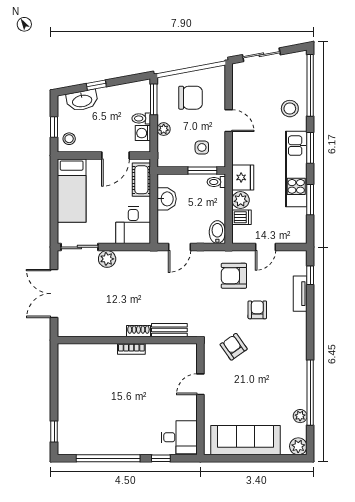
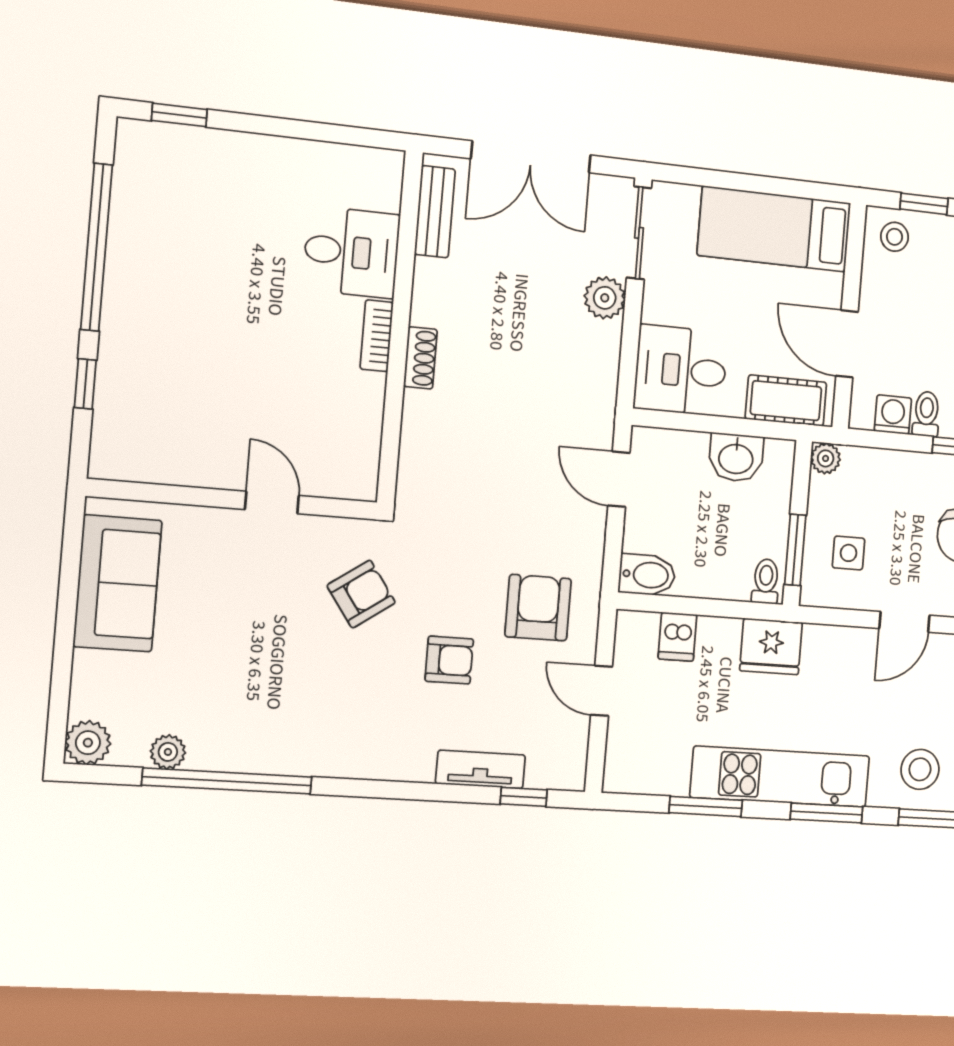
plant: (164, 129) -> (826, 458), moved
plant: (241, 200) -> (719, 637), removed
double door: (54, 294) -> (531, 157), swing flipped
bench: (169, 330) -> (435, 212), moved
desk: (179, 437) -> (351, 252), moved, turned -90
sofa: (246, 440) -> (118, 583), width x0.73

